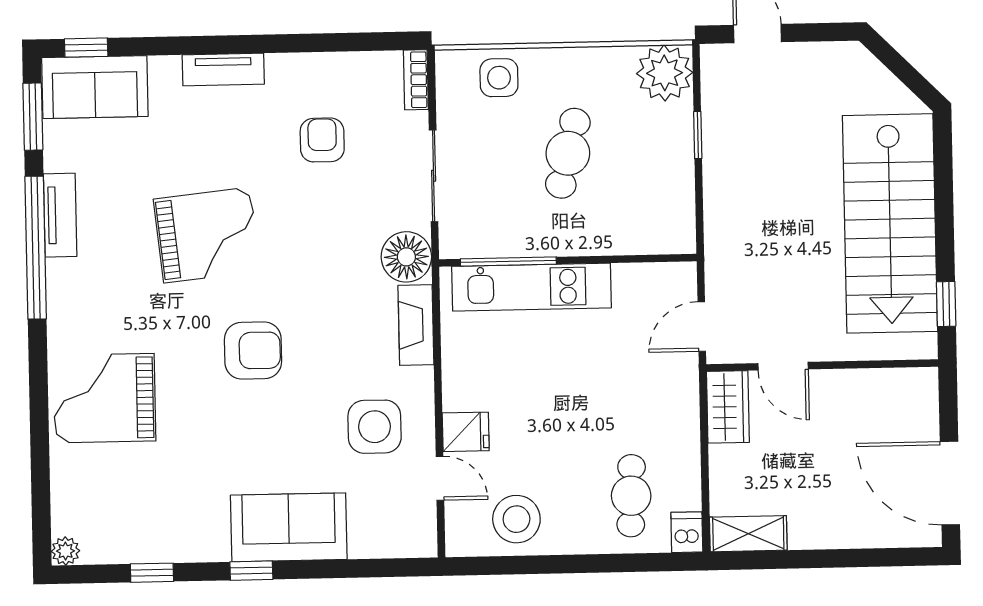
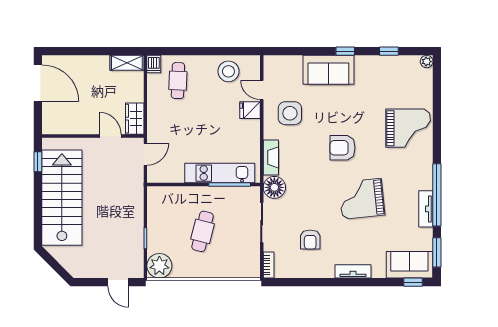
side table: (499, 78) -> (232, 265), removed

